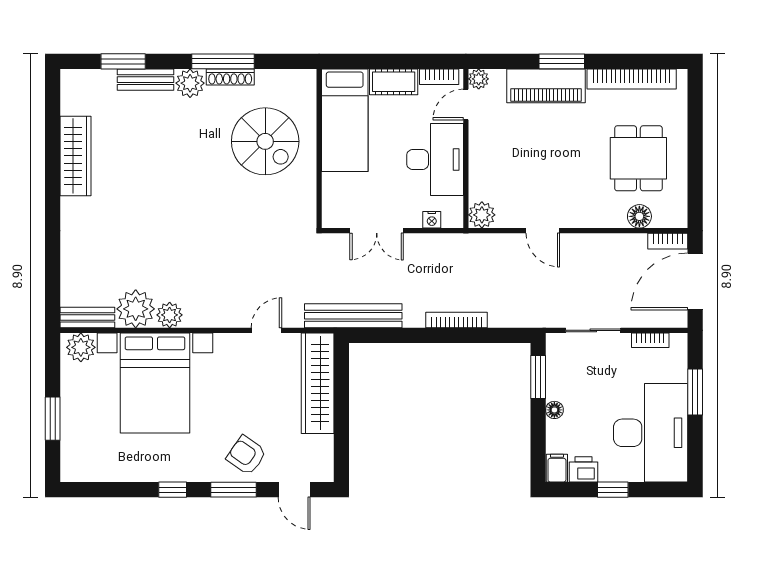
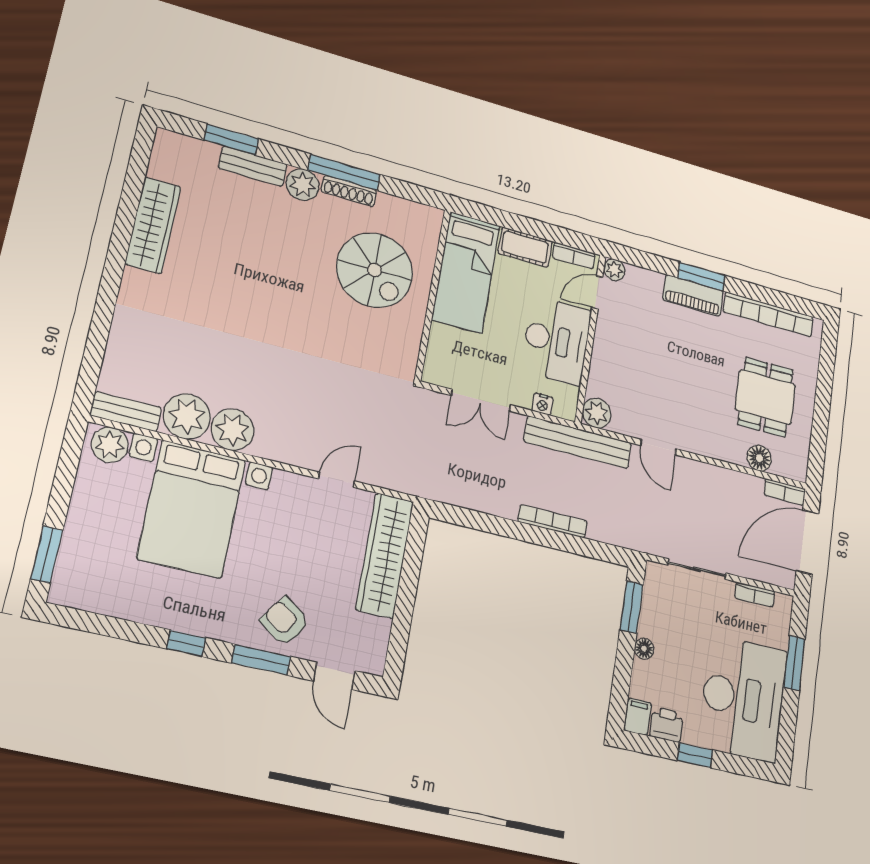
piano: (546, 86) -> (693, 295), width x0.73, depth x0.75
plant: (170, 315) -> (233, 430), width x1.36, depth x1.36
bench: (353, 316) -> (578, 442), moved
window: (53, 419) -> (47, 554), moved

